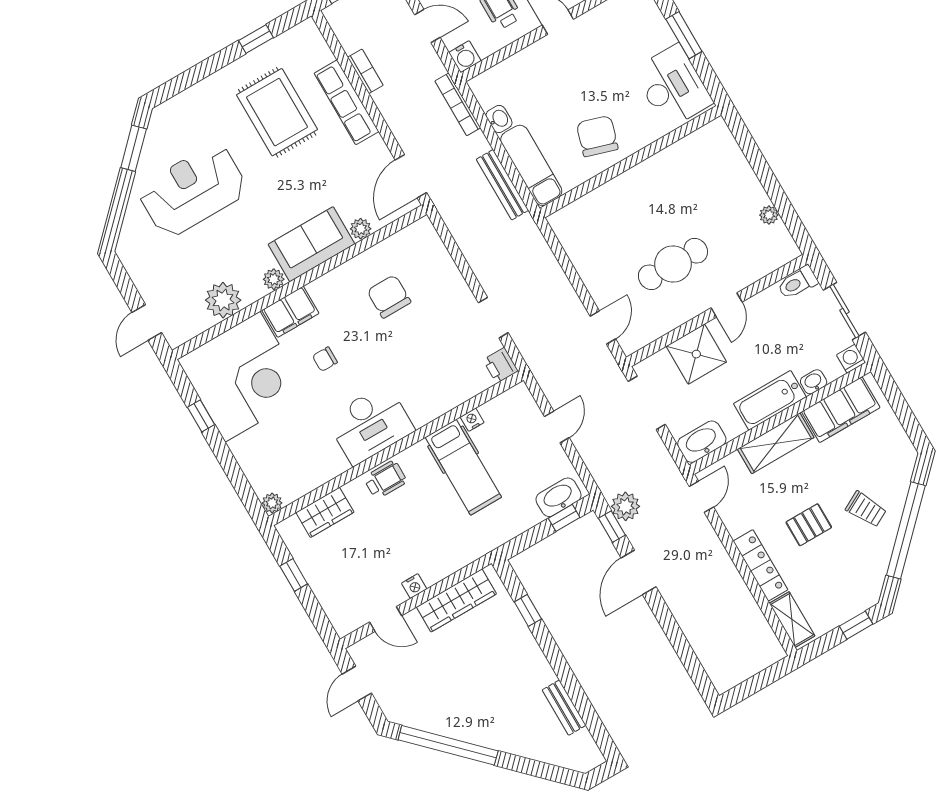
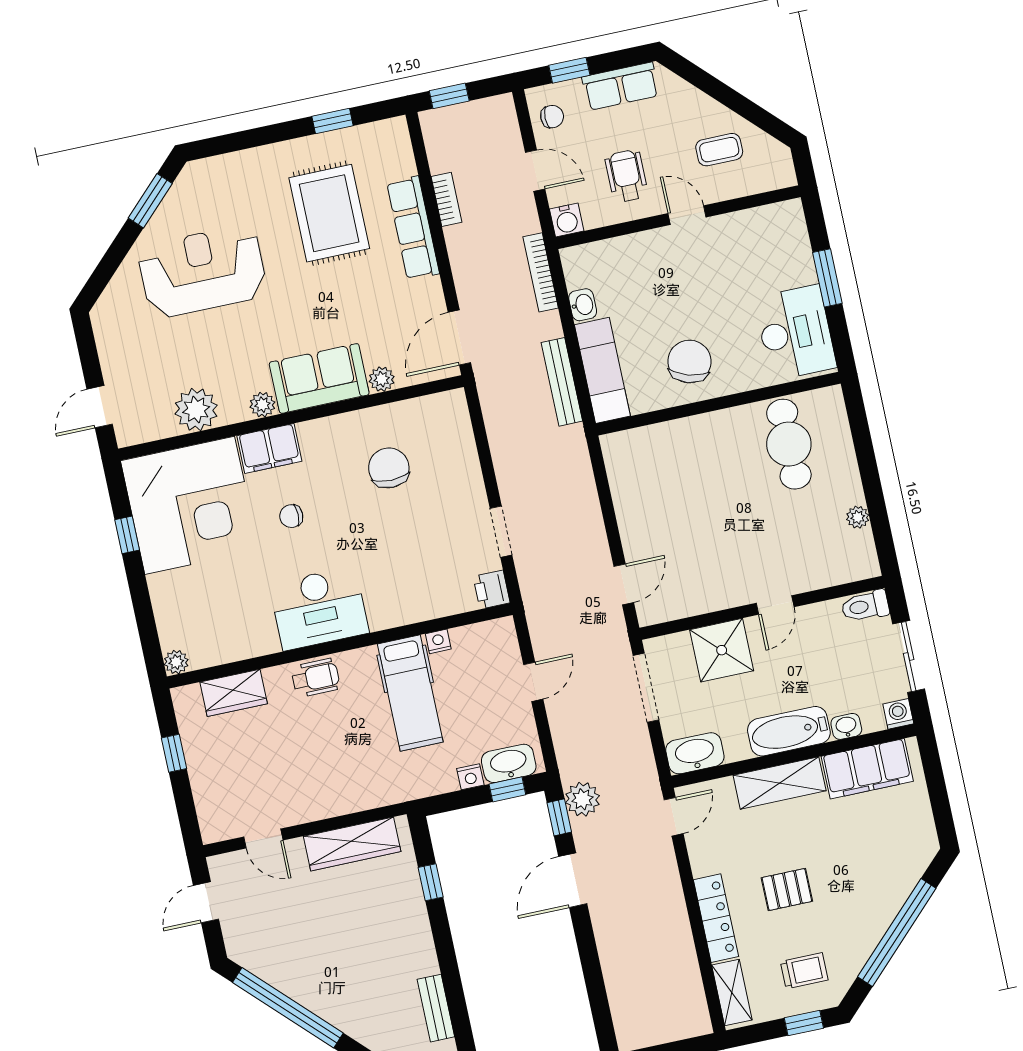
cafe table: (673, 264) -> (789, 444), moved, turned 90
trolley: (866, 509) -> (804, 971), moved, turned -62
nightstand: (414, 586) -> (470, 777), moved

